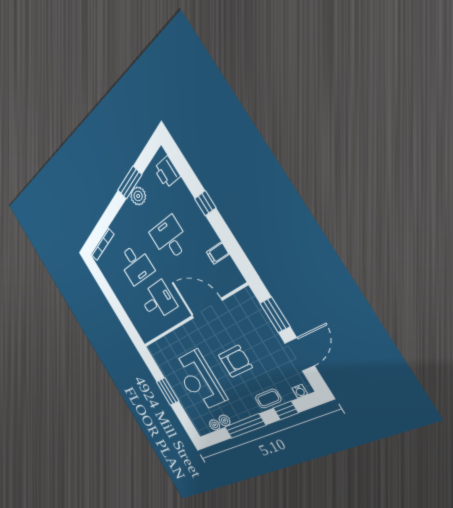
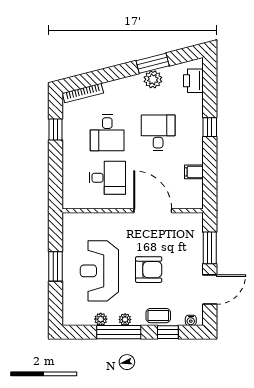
window: (104, 285) -> (56, 130), added
plant: (215, 425) -> (125, 320), moved

